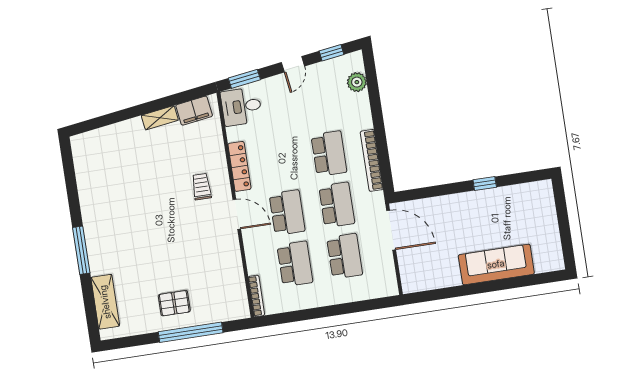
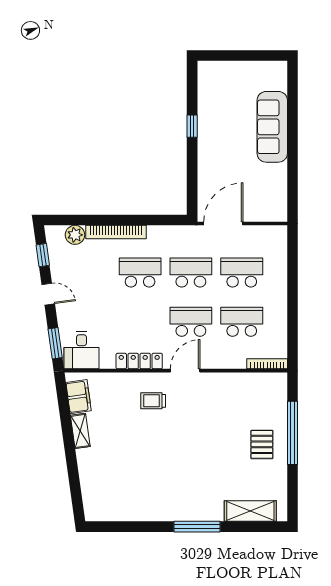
bookcase: (372, 160) -> (116, 232), moved

